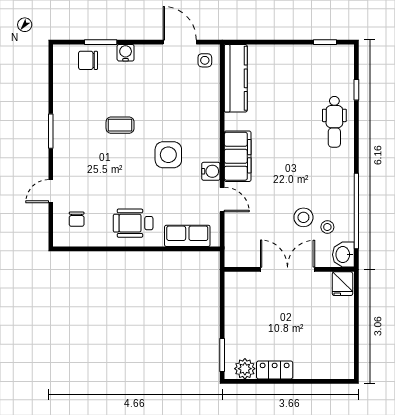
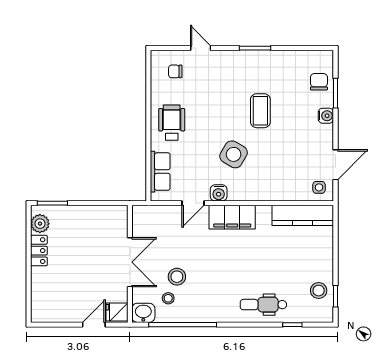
stool: (319, 61) -> (319, 291), added
coffee table: (120, 125) -> (260, 111), width x1.36, depth x1.30
side table: (168, 155) -> (234, 154), turned 30
door: (356, 309) -> (94, 325), added

